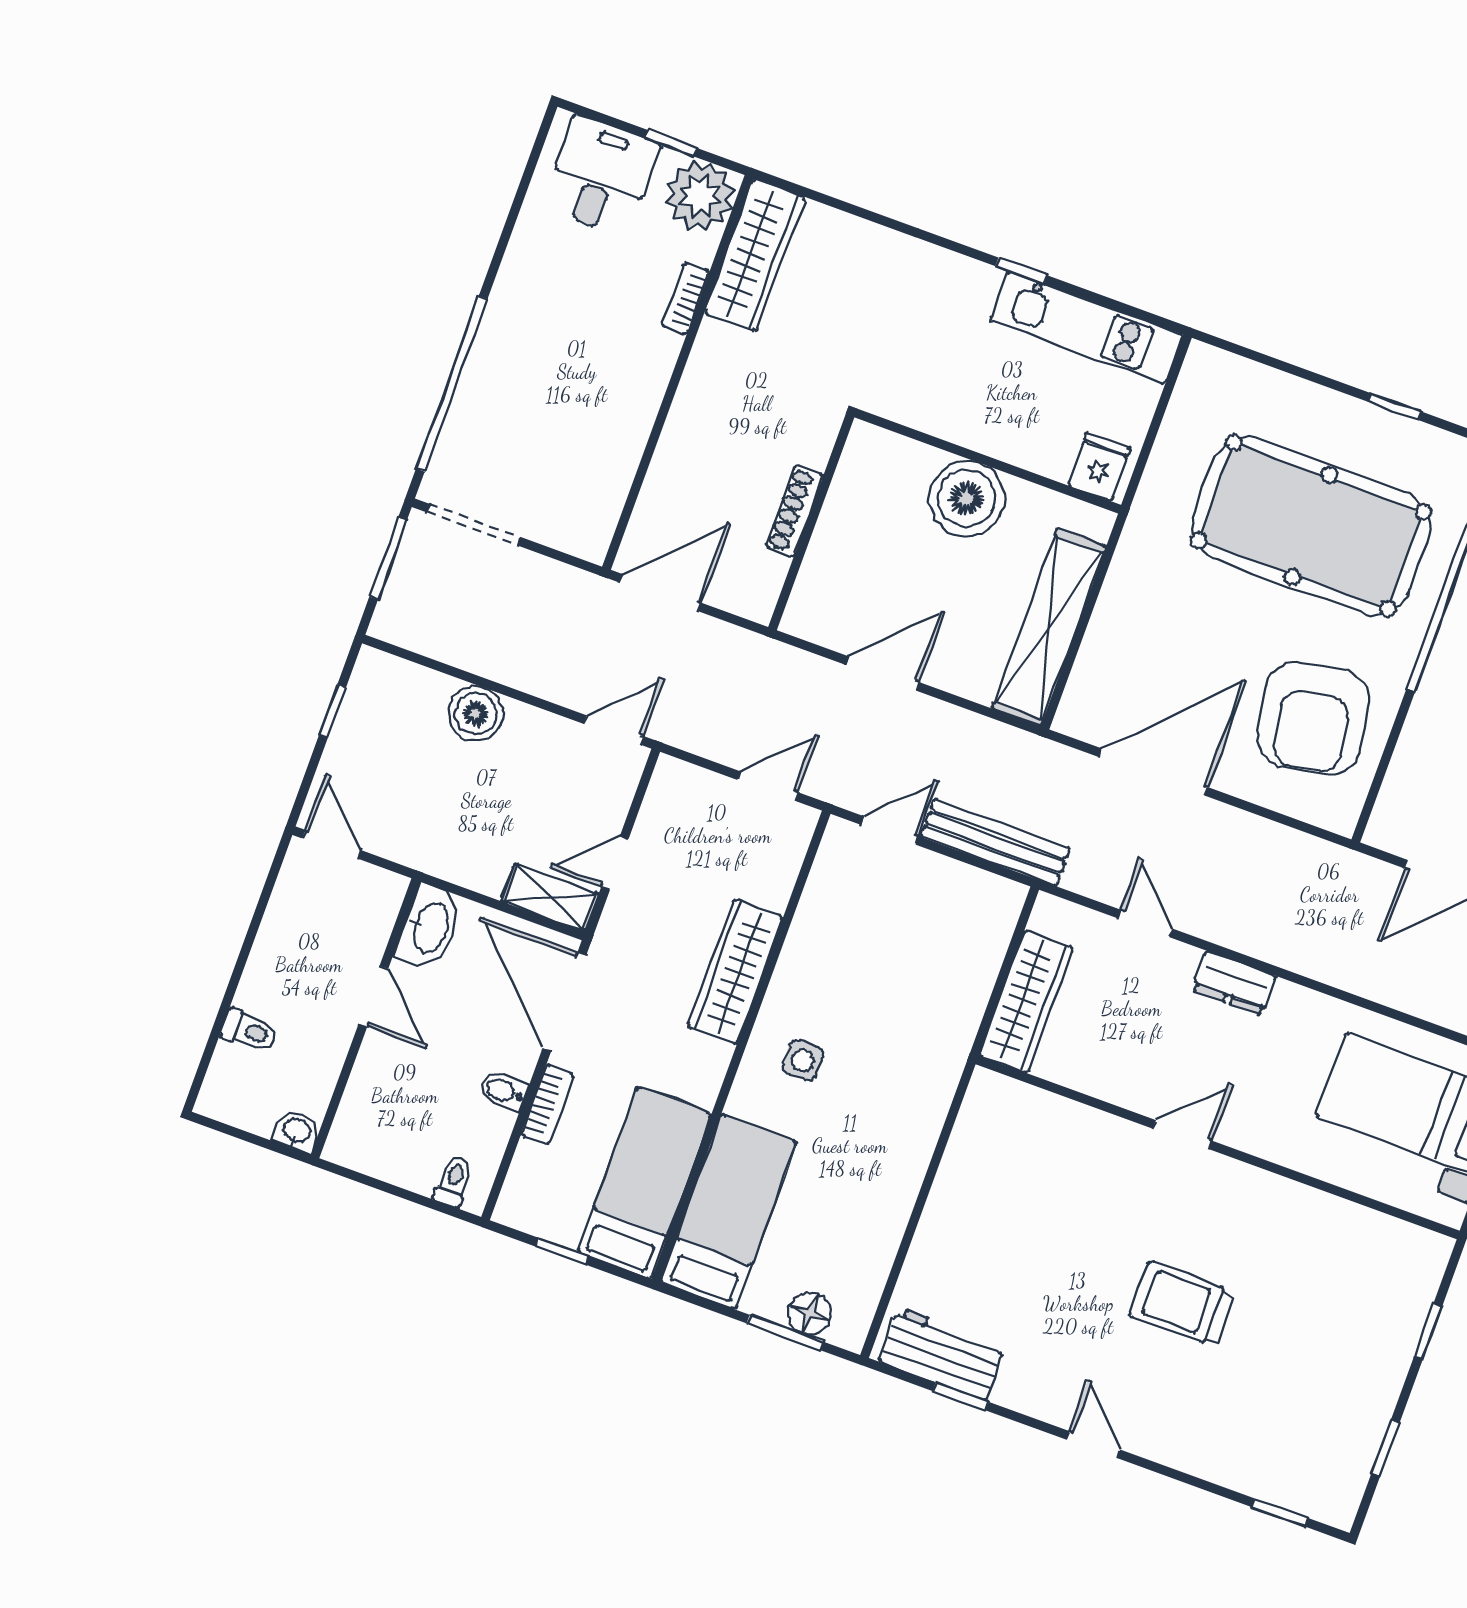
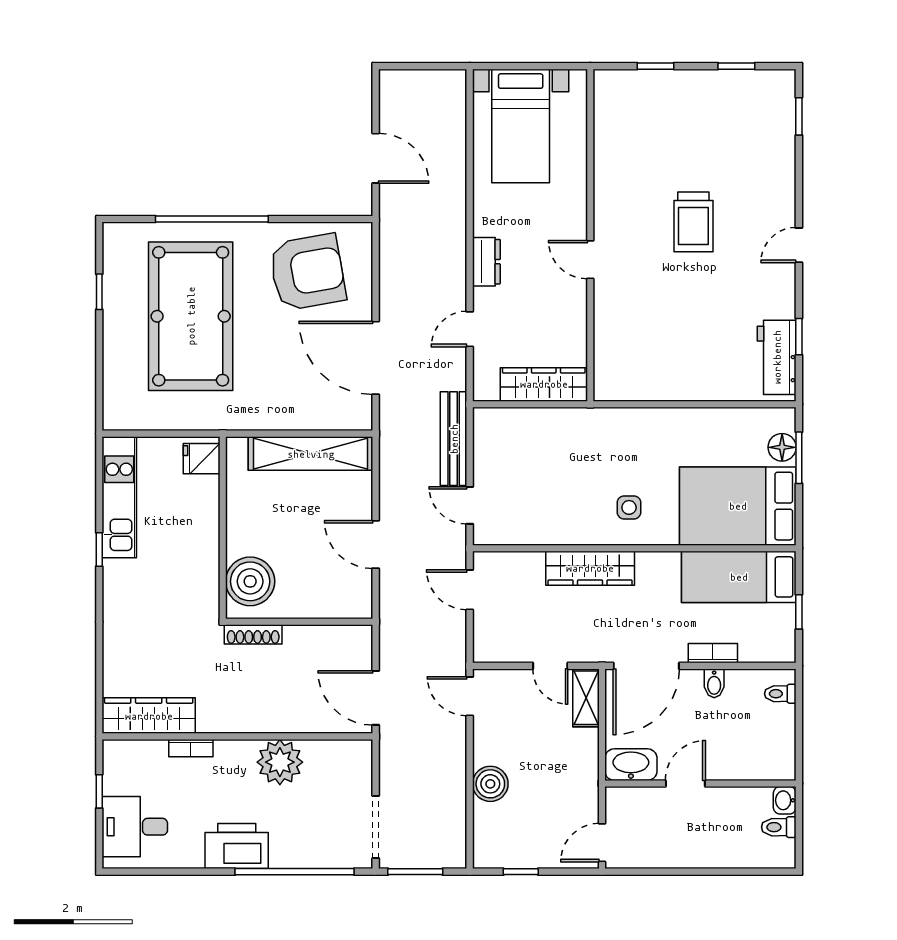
plant: (700, 196) -> (280, 762), moved
printer: (519, 314) -> (237, 846), added
boiler: (967, 498) -> (250, 581), moved
shoe rack: (794, 511) -> (253, 634), moved
toilet: (249, 1031) -> (779, 827), moved, turned -90
bed: (729, 1212) -> (738, 506), width x1.50

